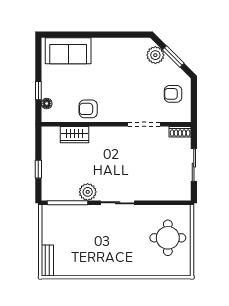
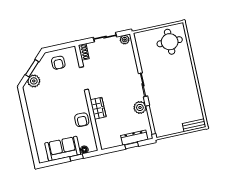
sofa: (68, 51) -> (63, 149), moved, turned -90
wardrobe: (75, 135) -> (98, 108), moved
dresser: (48, 175) -> (134, 138), added
plant: (185, 191) -> (125, 40), added
round table: (168, 238) -> (170, 42), moved

